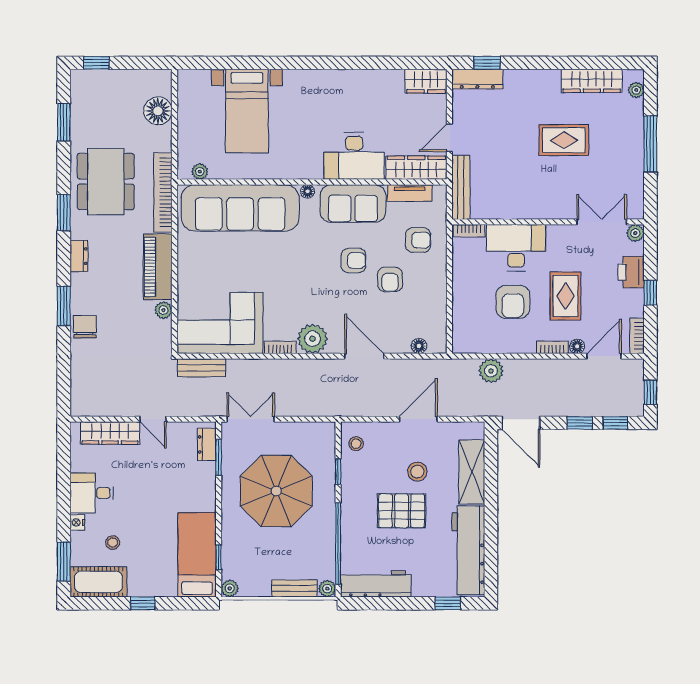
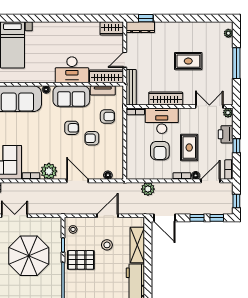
wardrobe: (592, 81) -> (166, 98), moved, turned 180
armchair: (390, 279) -> (92, 138), turned 90
pallet: (402, 511) -> (81, 260), moved

